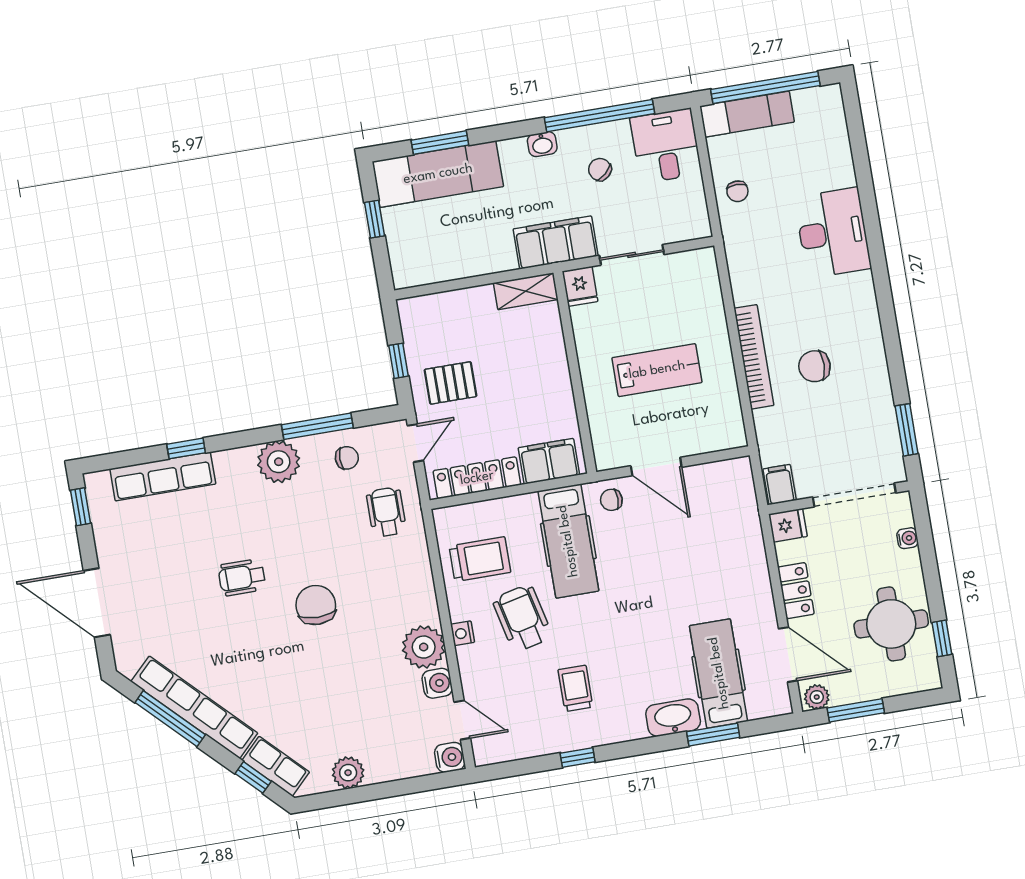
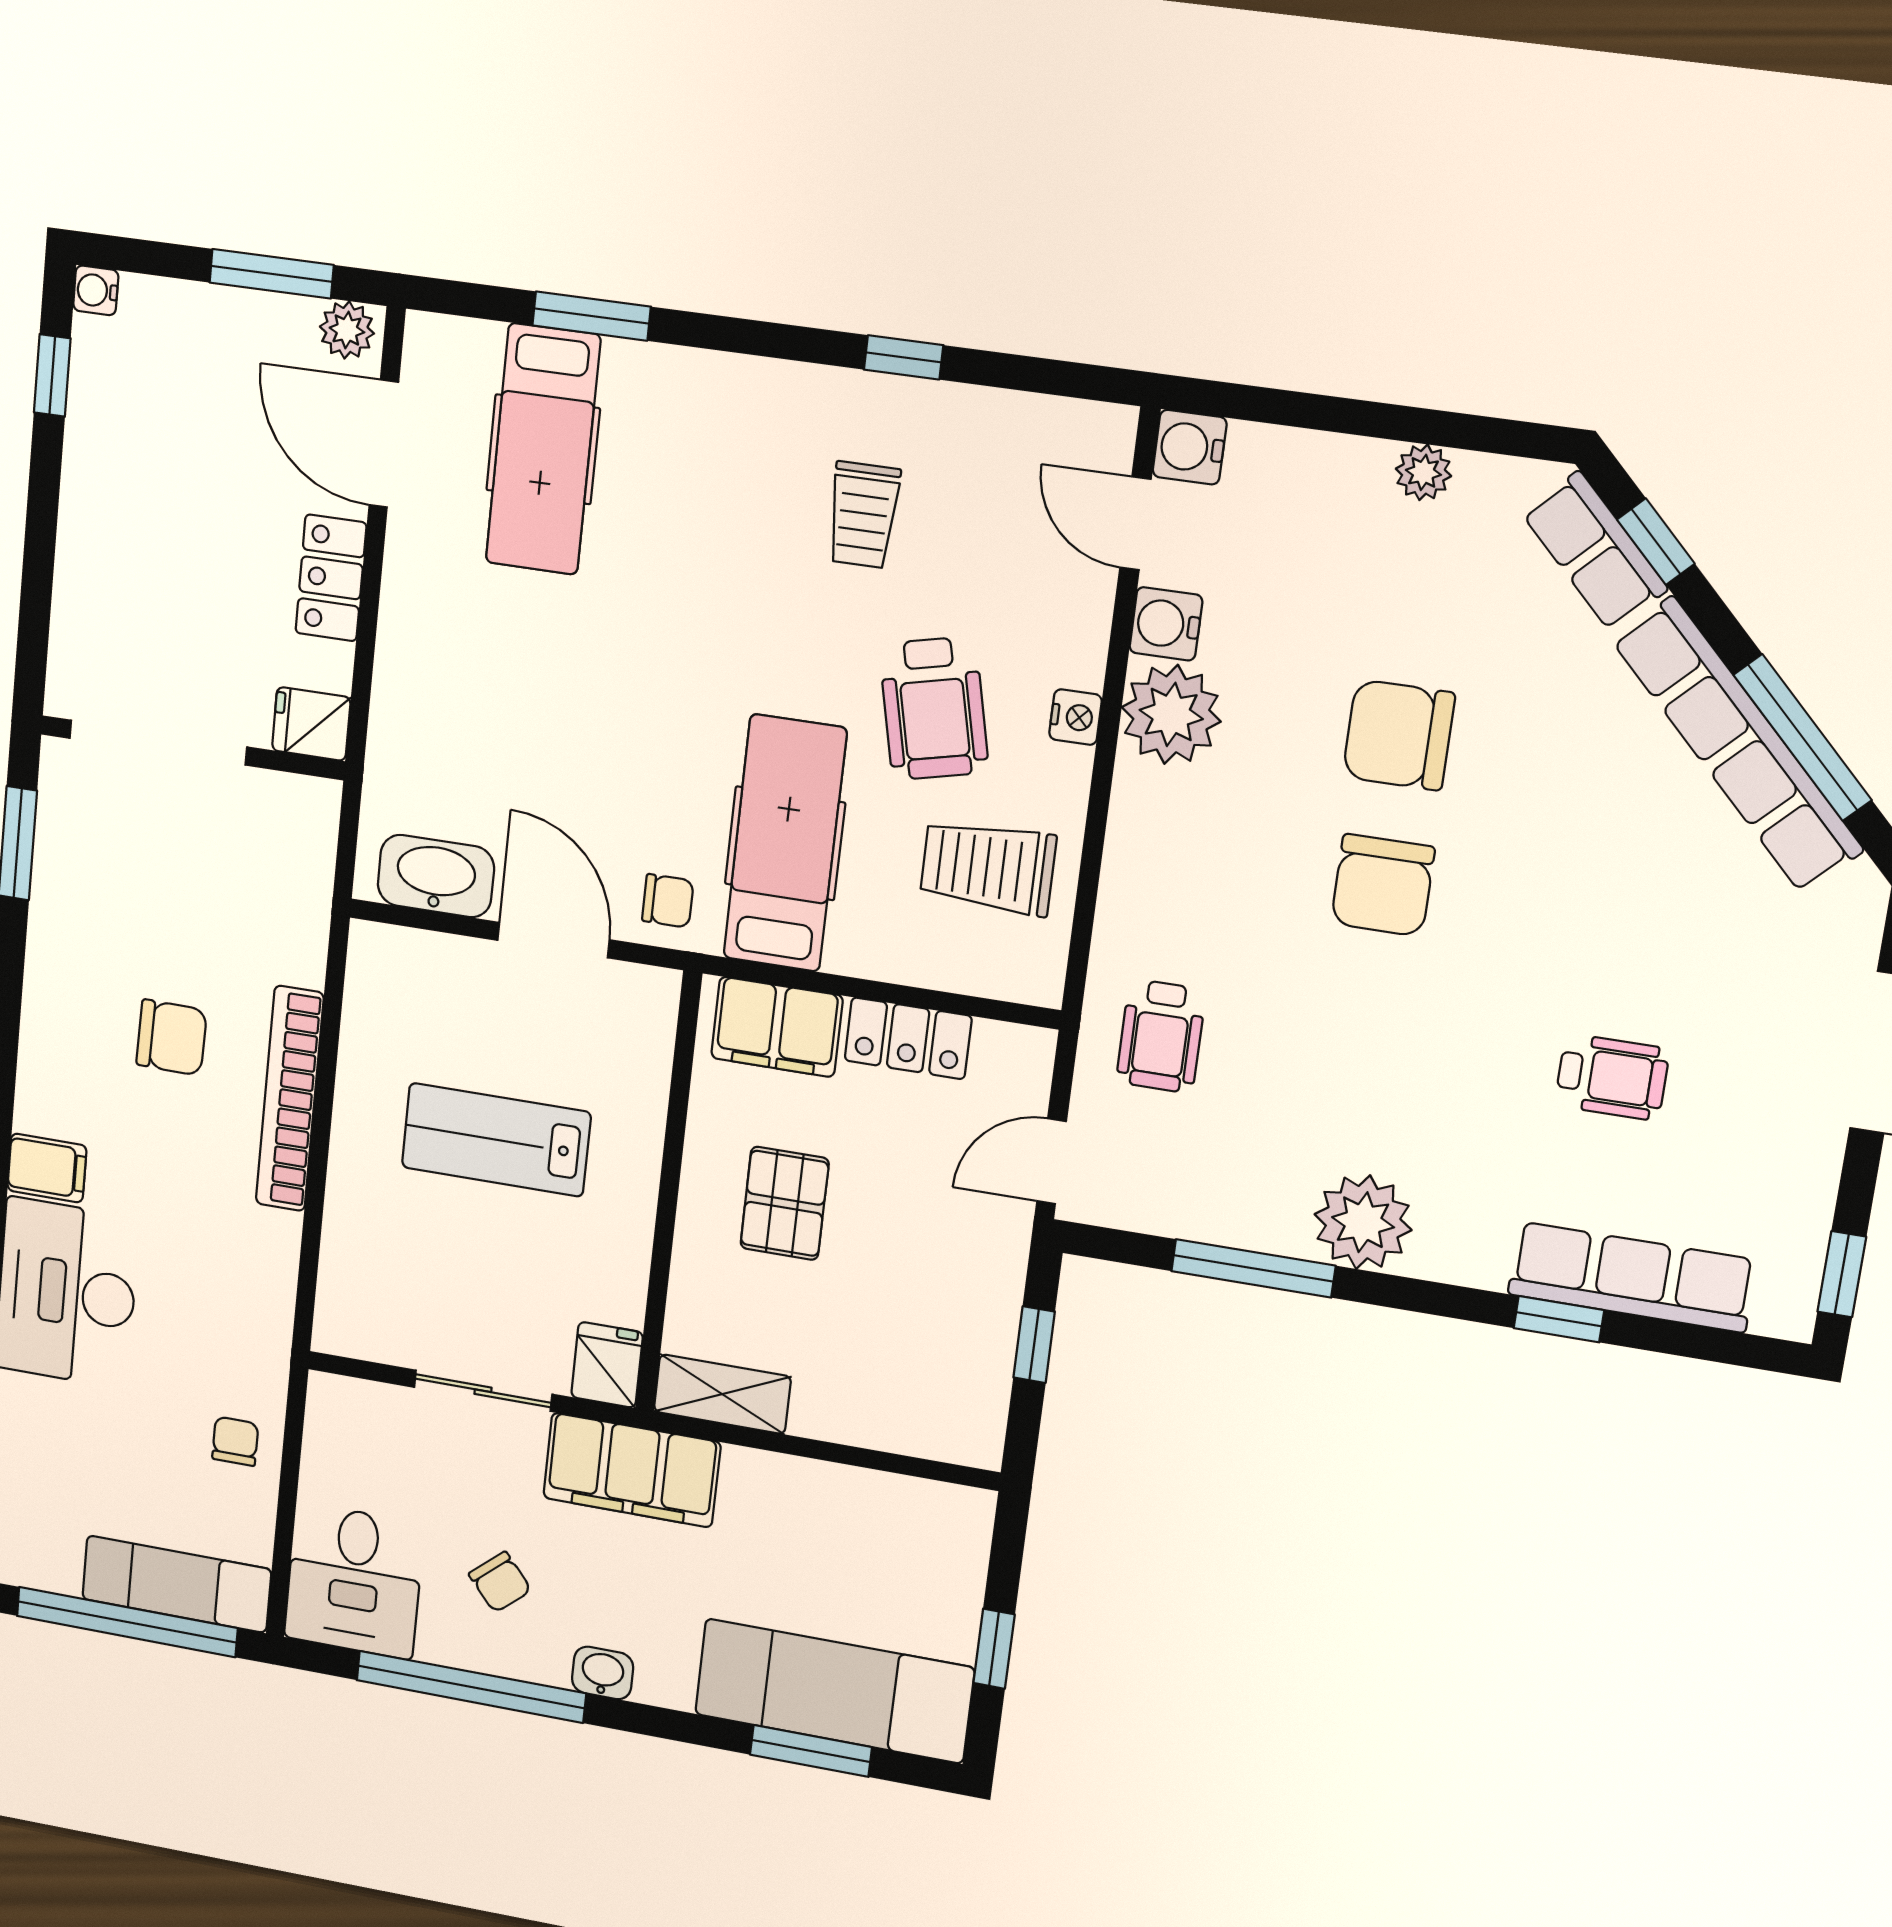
pallet: (451, 383) -> (785, 1203), moved, turned 90
chair: (347, 458) -> (1399, 735), moved, width x1.87, depth x1.87
locker: (477, 478) -> (908, 1038), width x0.66
filing cabinet: (780, 485) -> (47, 1168), moved, turned -90
water cooler: (907, 538) -> (96, 290), moved
wheelchair: (242, 577) -> (1612, 1077), moved
round table: (891, 624) -> (150, 441), removed
washbasin: (673, 718) -> (436, 876), moved, turned 180
plant: (348, 773) -> (1423, 472), width x0.73, depth x0.73

